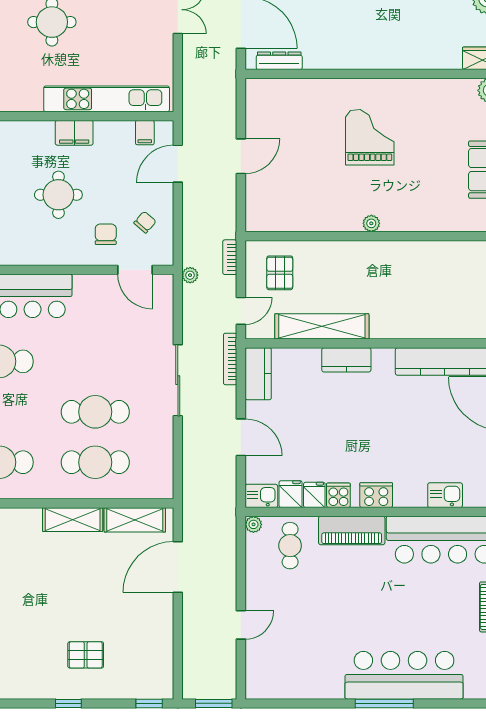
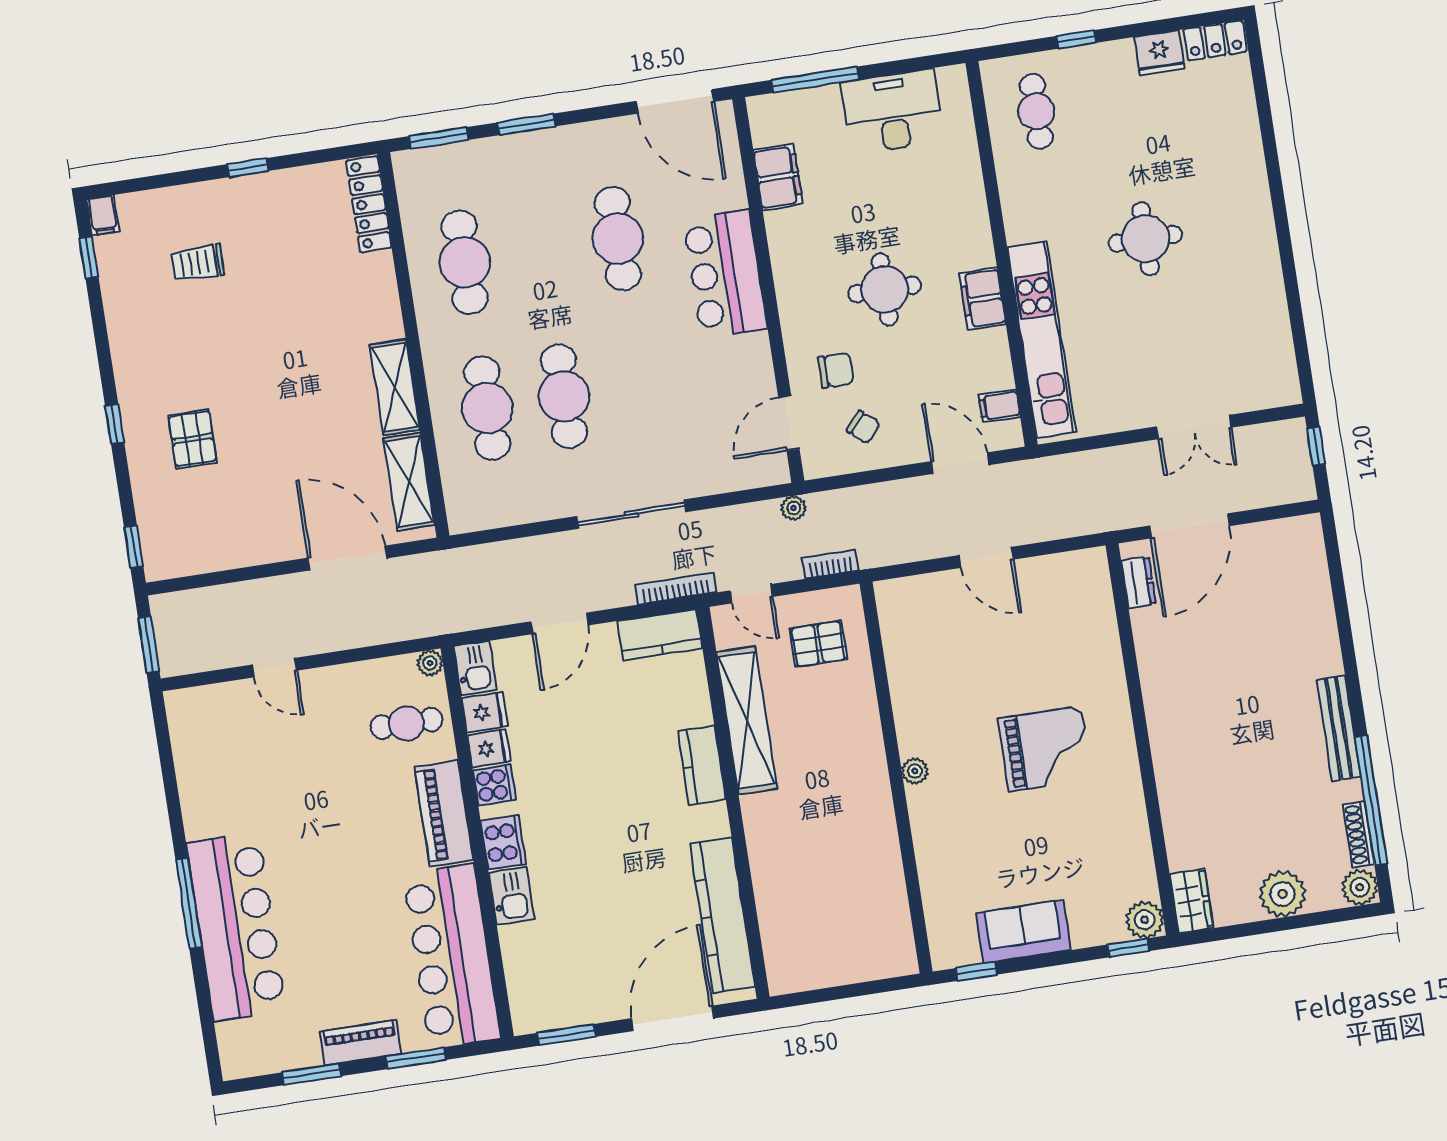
dresser: (279, 61) -> (1138, 582), width x0.70
kitchen sink: (445, 495) -> (512, 896), moved

